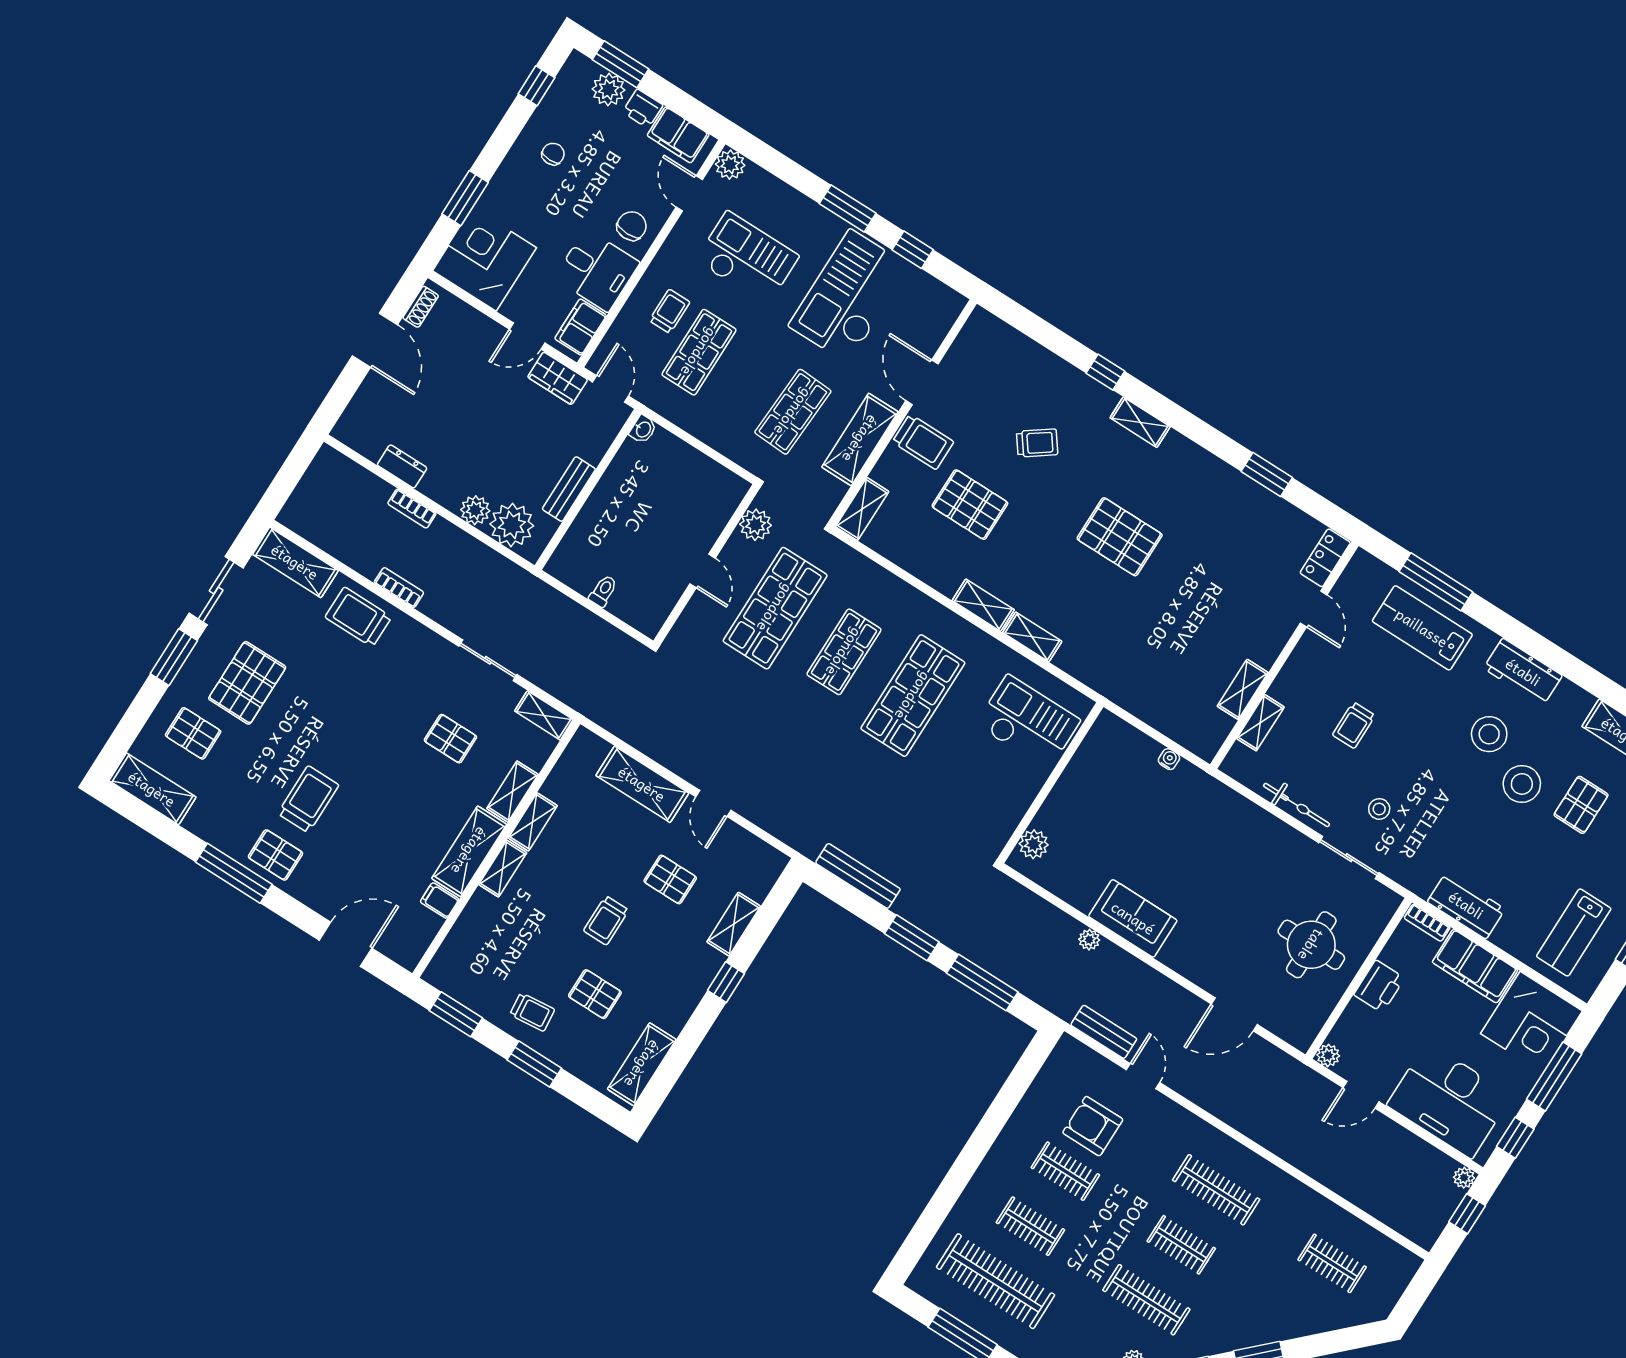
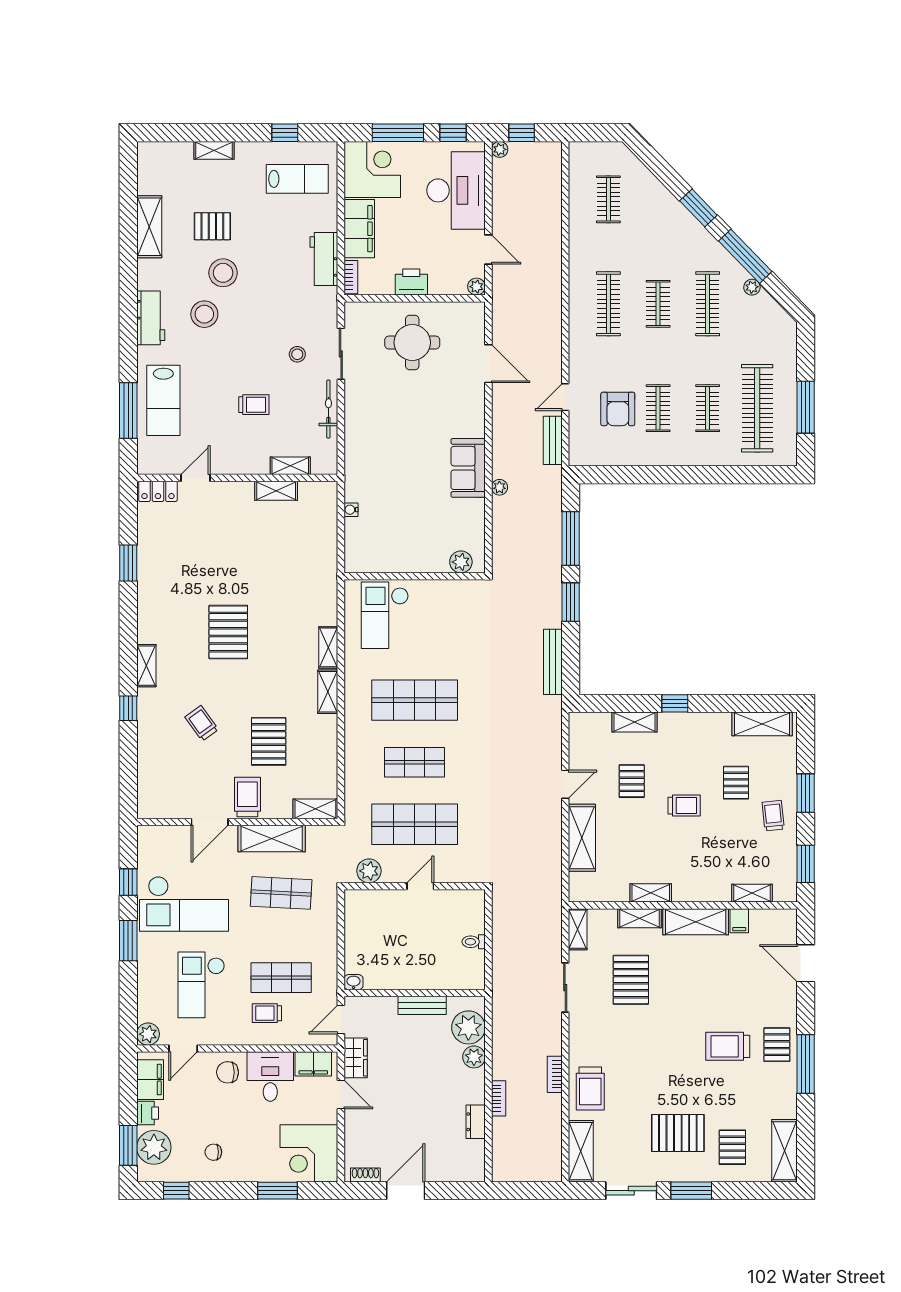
plant: (609, 90) -> (154, 1147), width x1.36, depth x1.36
pallet: (450, 739) -> (631, 980), width x1.50, depth x1.42
shelving: (503, 869) -> (752, 893), moved

